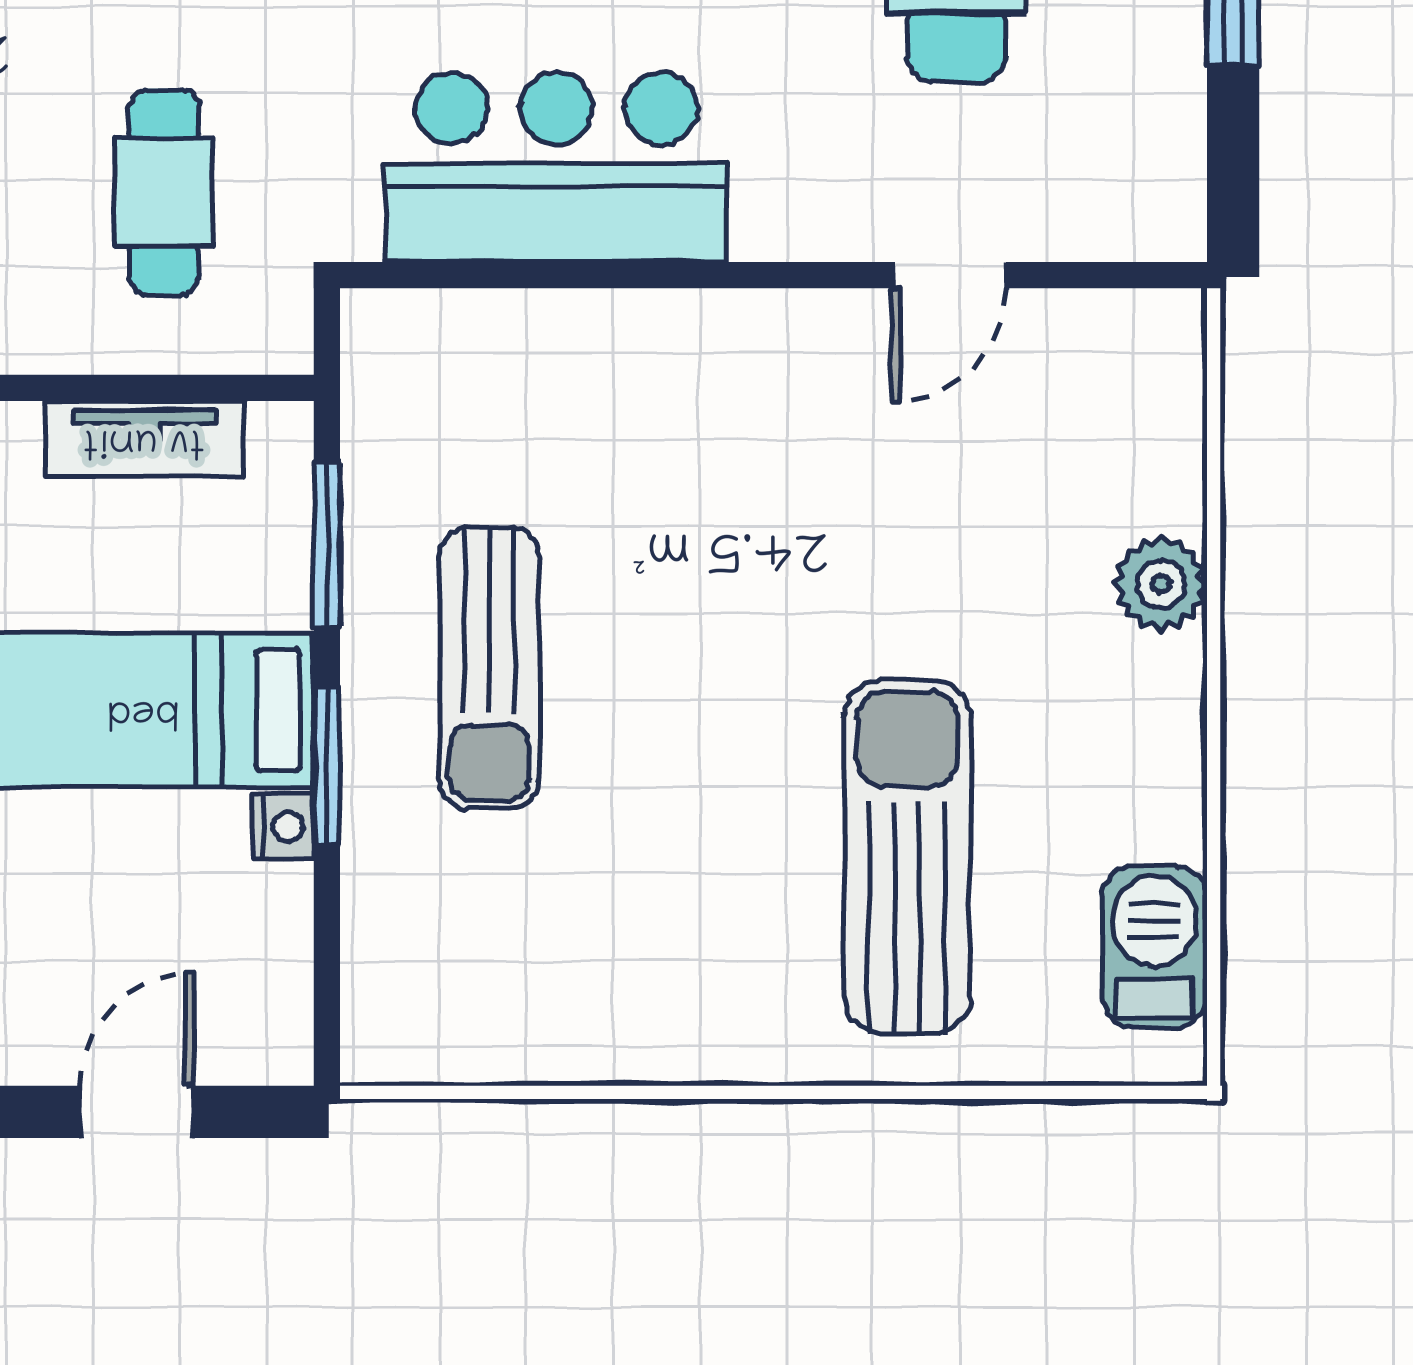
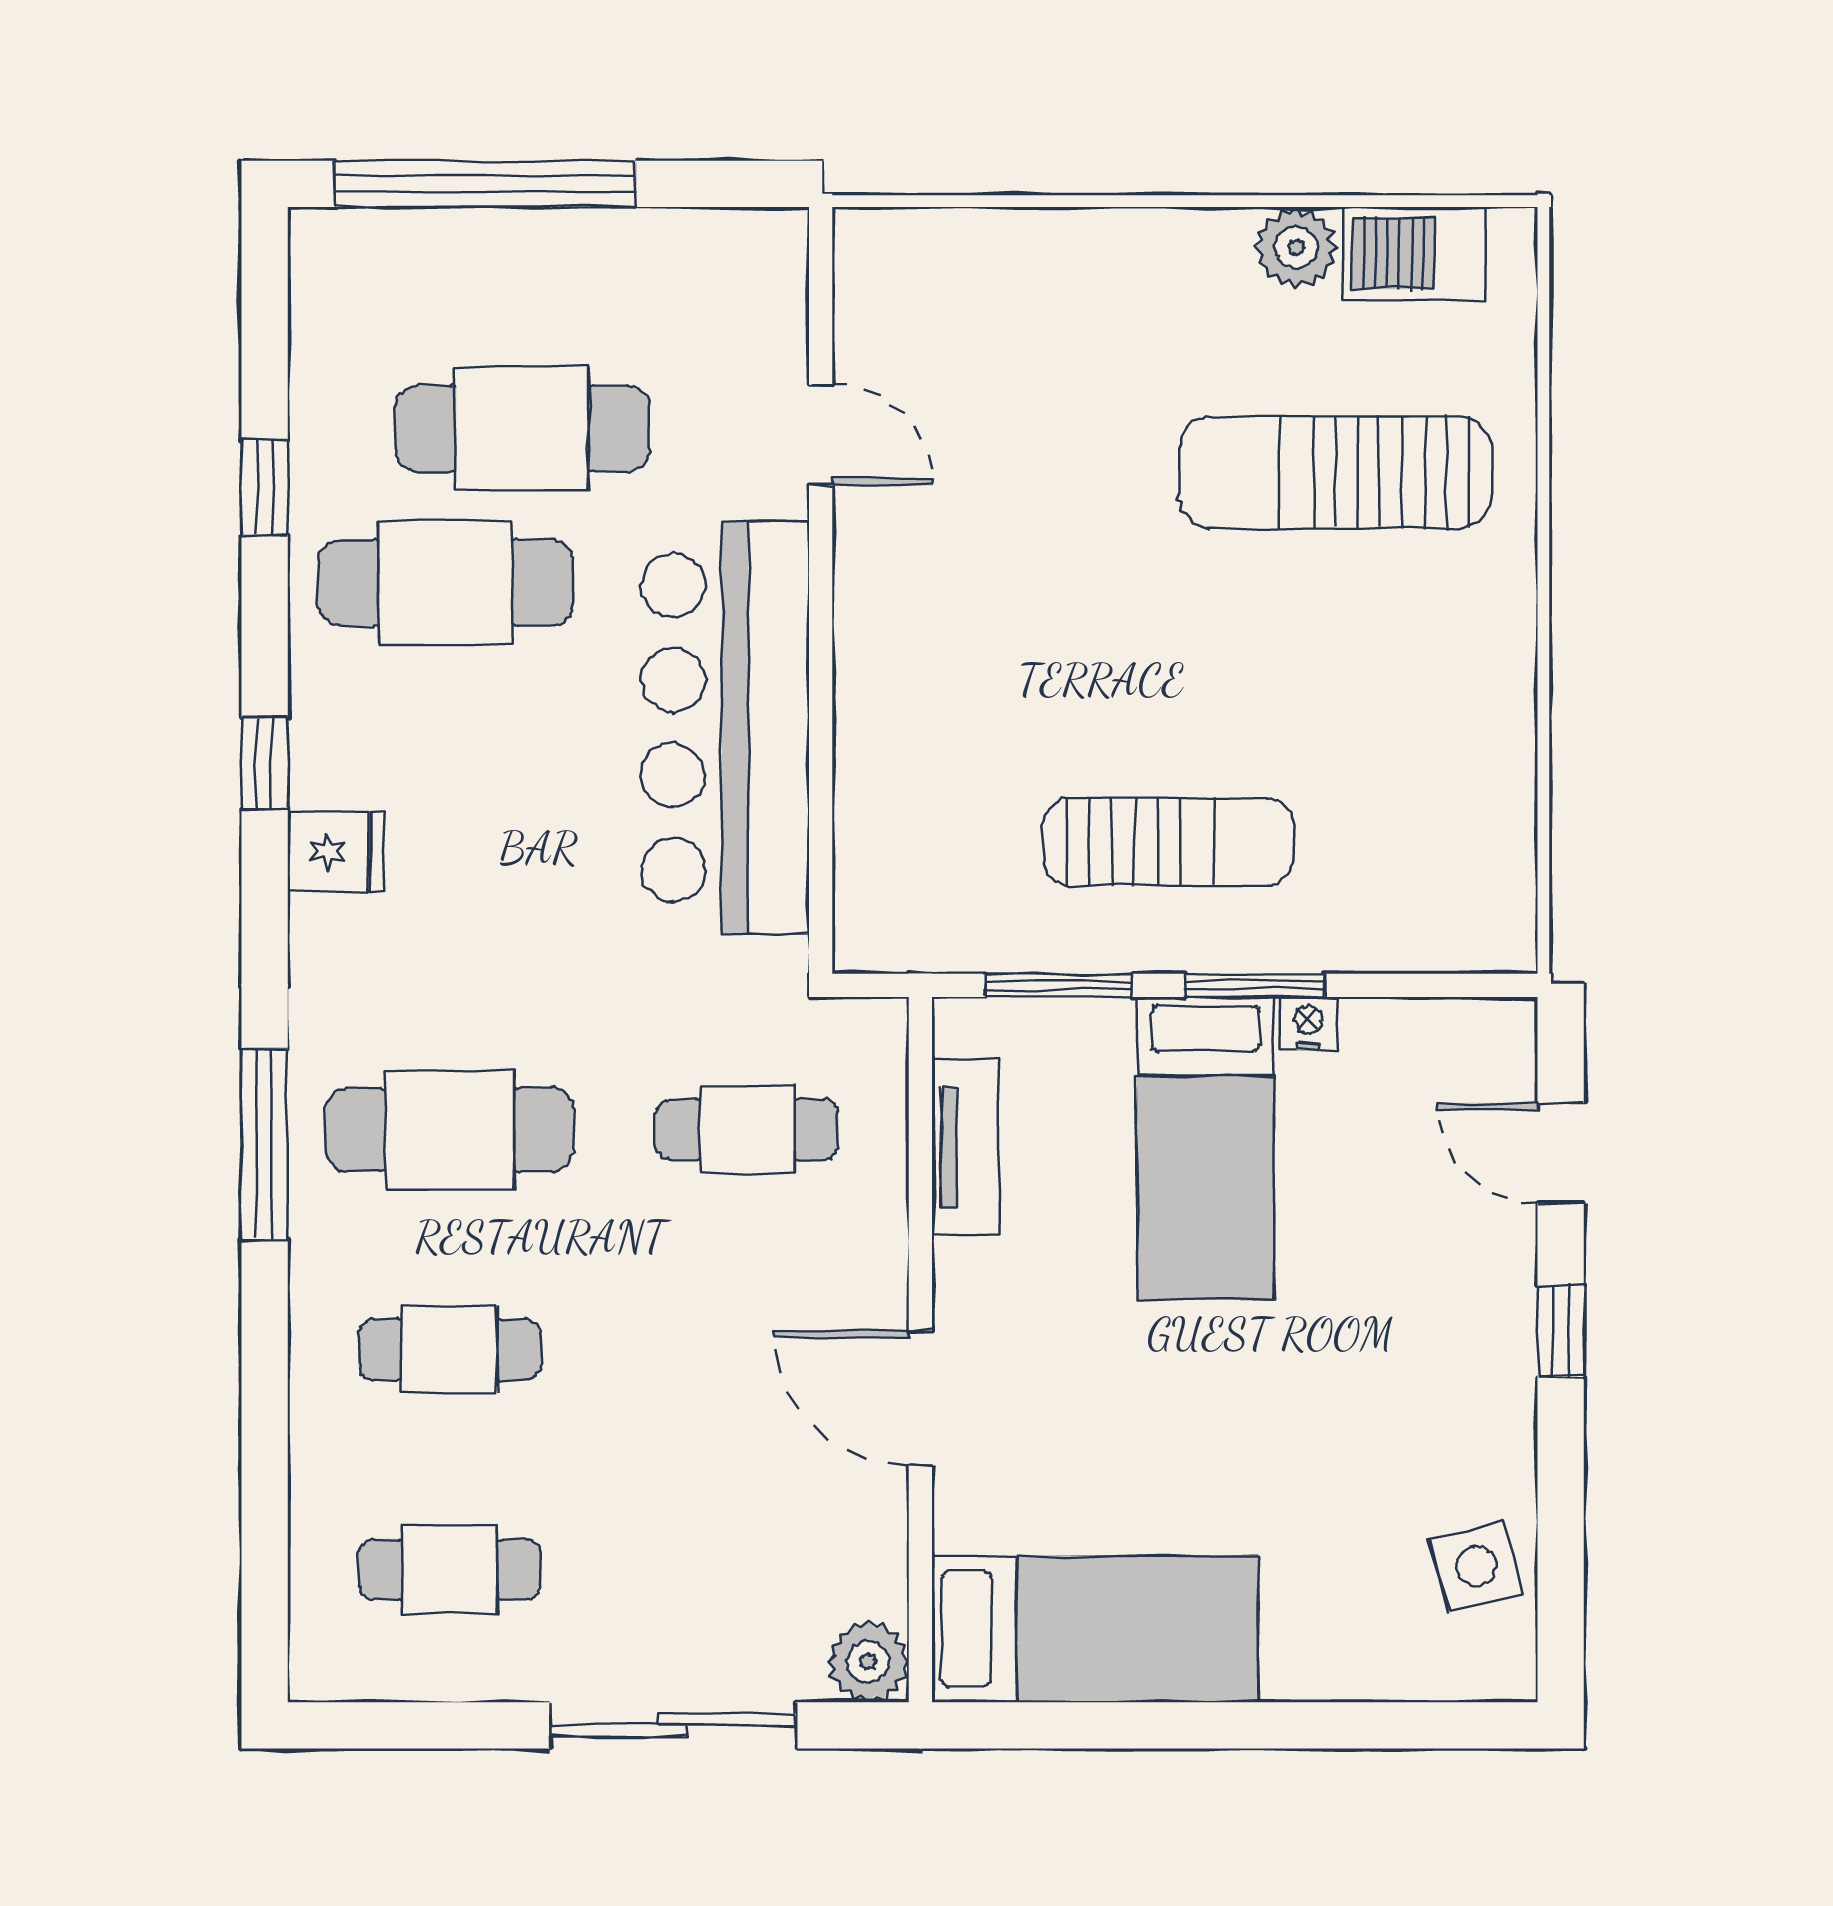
bar counter: (556, 167) -> (725, 728), width x1.36
plant: (1161, 584) -> (1296, 248), moved

